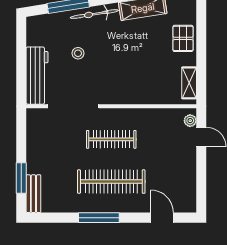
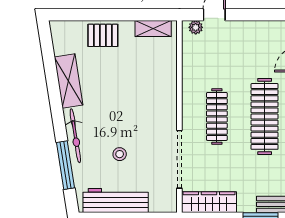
workbench: (37, 76) -> (116, 200), moved
wardrobe: (36, 132) -> (209, 202), added

